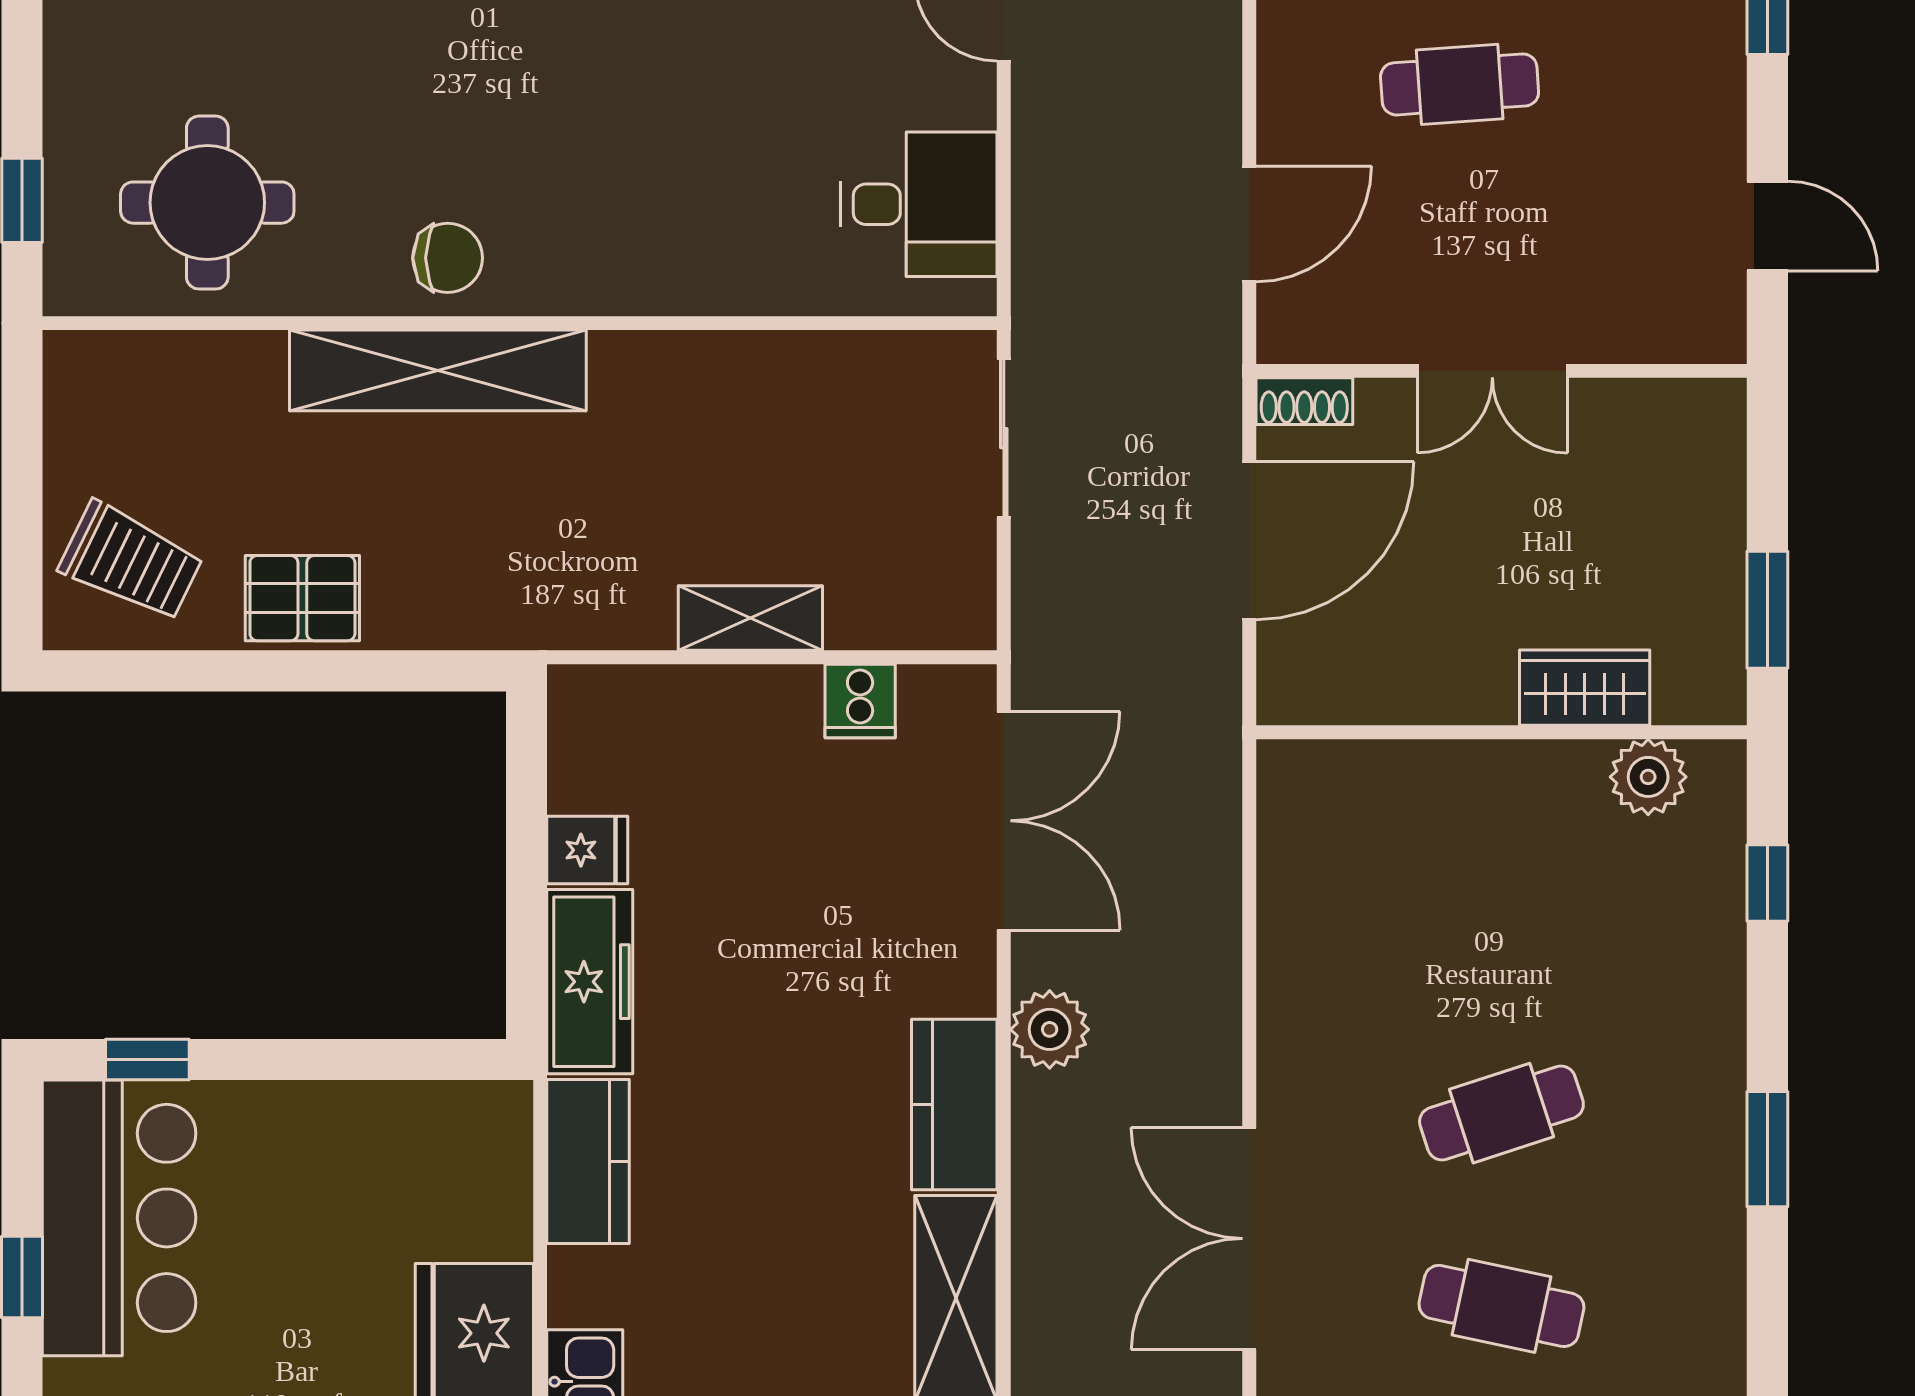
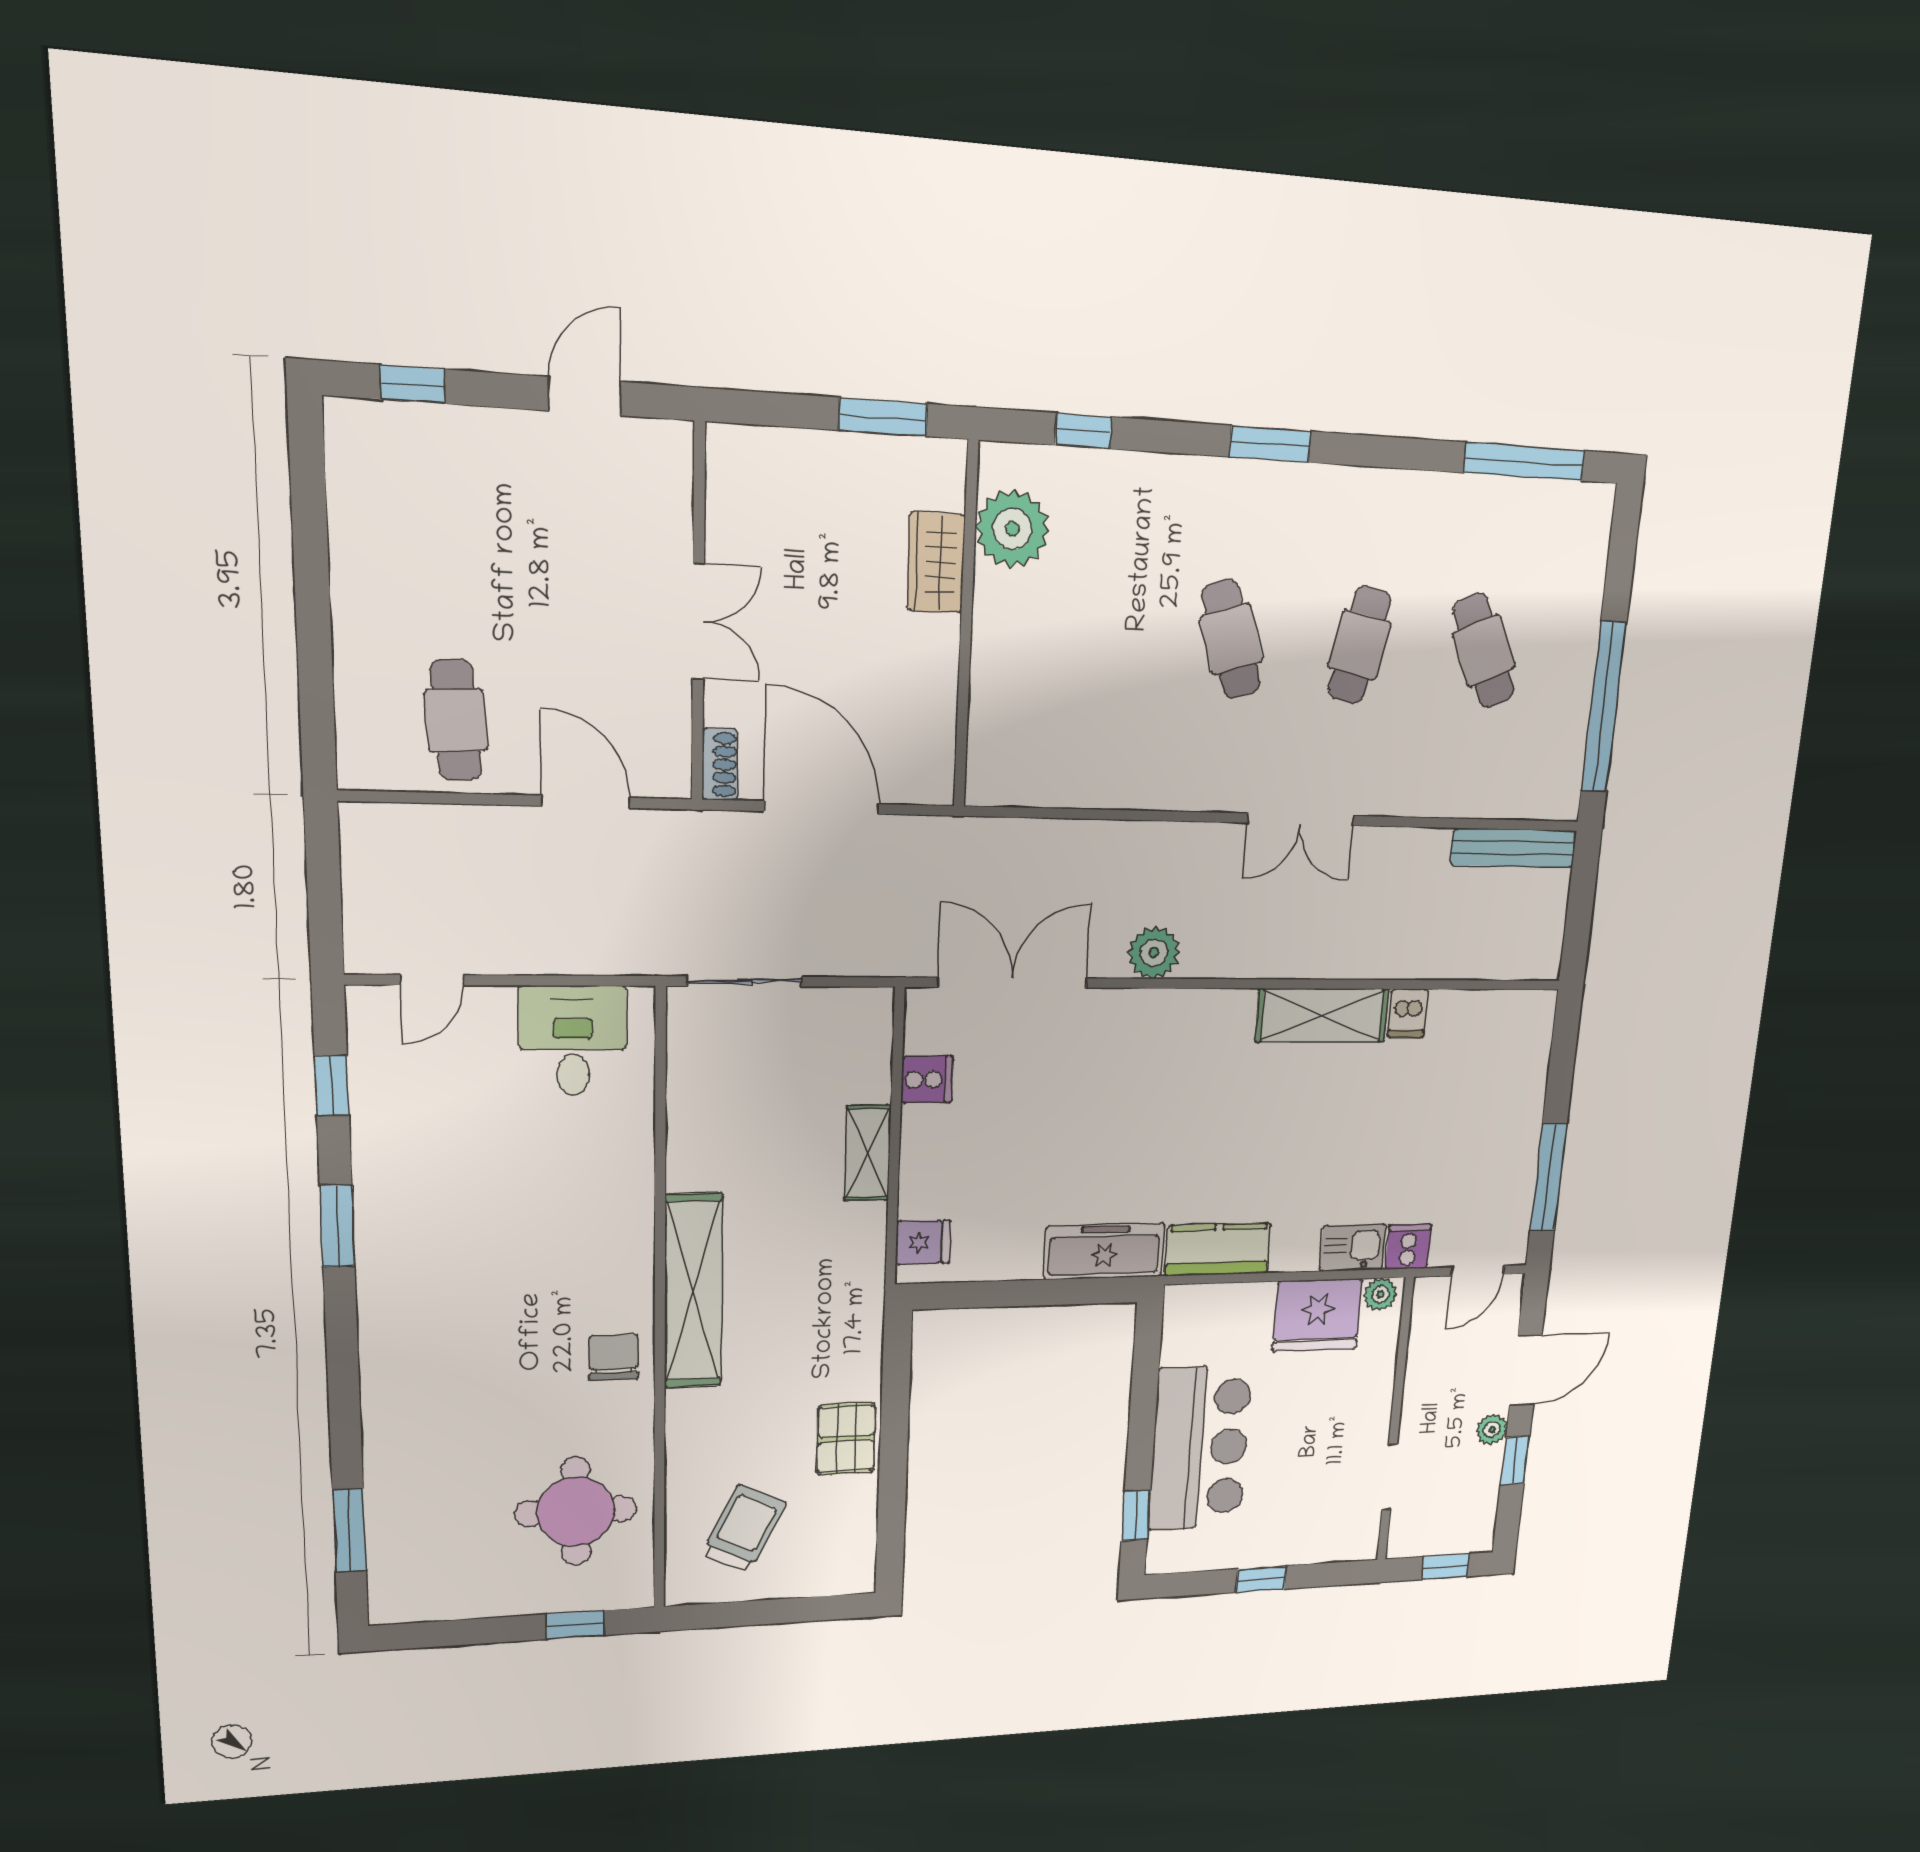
cafe table: (1460, 84) -> (456, 720), moved
shelving: (438, 370) -> (693, 1291), moved
trolley: (131, 562) -> (744, 1528), moved
plant: (1648, 777) -> (1012, 529), width x1.36, depth x1.36
fridge: (587, 850) -> (923, 1242), moved, turned 90
kitchen counter: (954, 1105) -> (1199, 1016), removed
bar counter: (119, 1218) -> (1200, 1448), moved, turned 90
double door: (1249, 1239) -> (1301, 819), width x0.73

